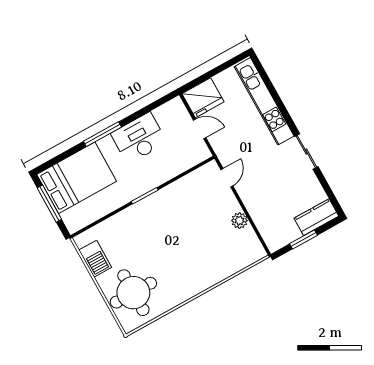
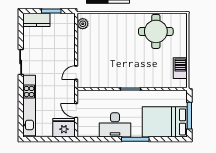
plant: (240, 221) -> (83, 24), moved
round table: (133, 293) -> (156, 31), moved

